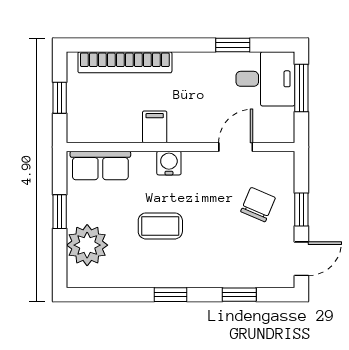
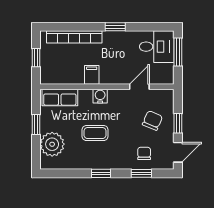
window: (233, 45) -> (115, 27), moved
chair: (244, 261) -> (144, 153), added

